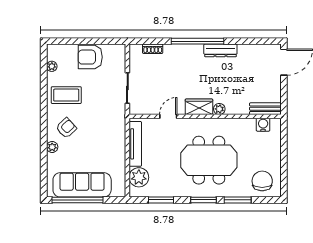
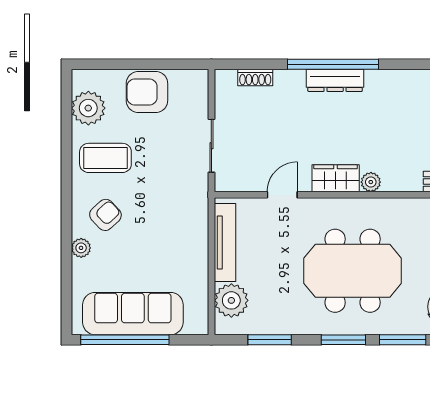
dresser: (220, 50) -> (335, 80), moved
plant: (52, 66) -> (88, 108), width x1.88, depth x1.88

